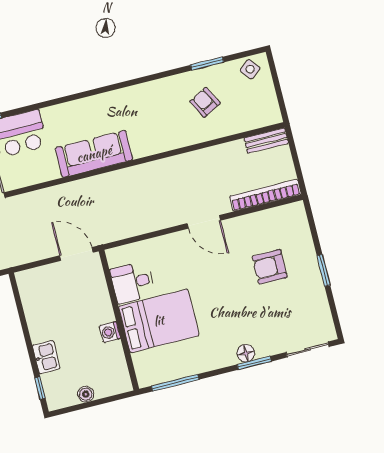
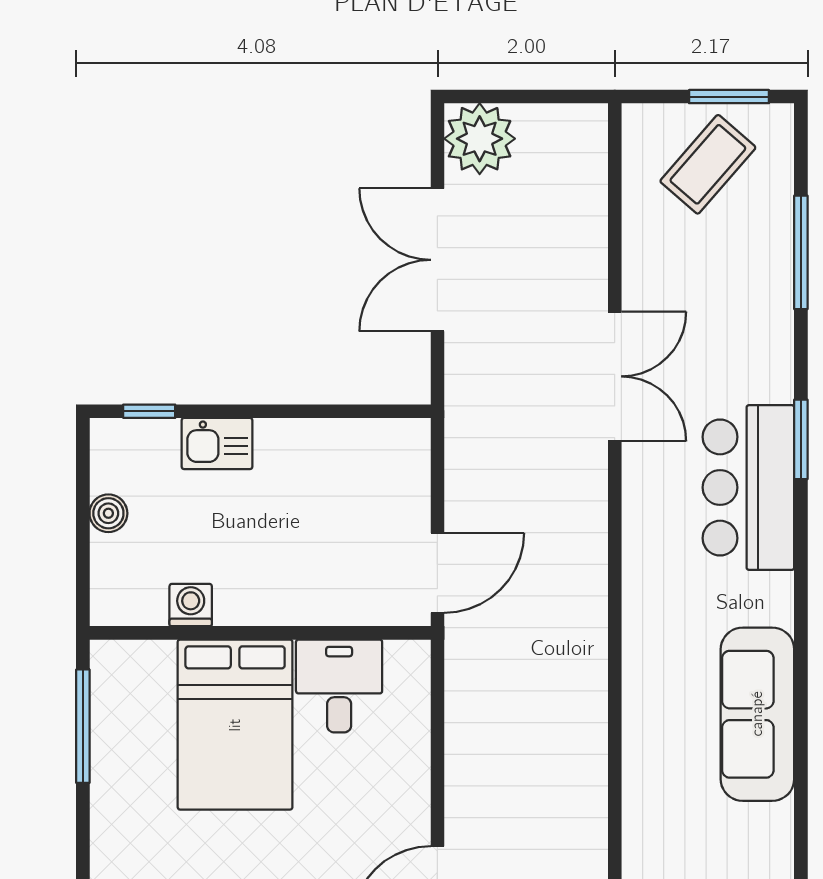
sofa: (94, 154) -> (757, 714), moved, turned 180
washing machine: (110, 332) -> (191, 605), moved

